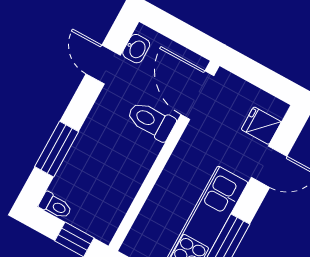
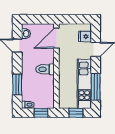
door: (197, 95) -> (56, 38), hinge flipped
toilet: (151, 121) -> (45, 69), moved

